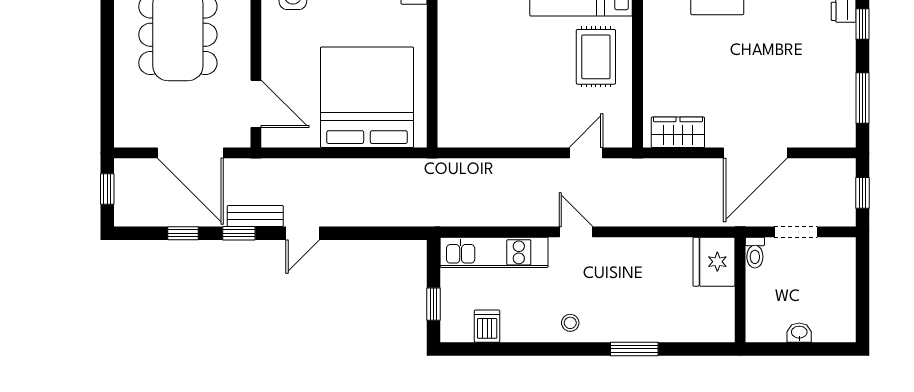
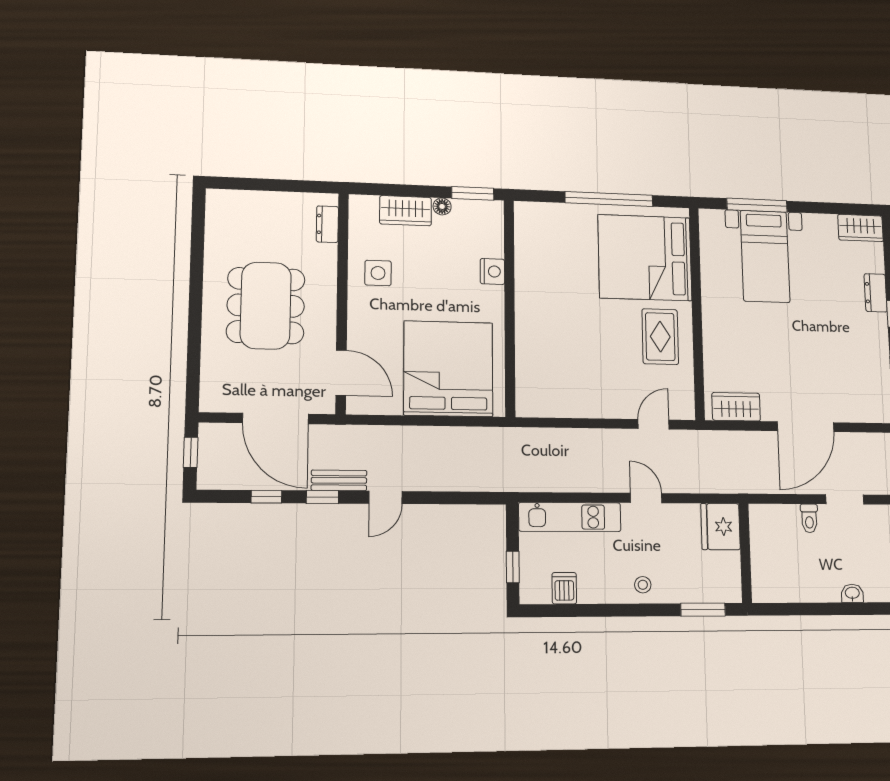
fridge: (714, 262) -> (720, 527), moved
wall: (740, 290) -> (745, 553), moved

